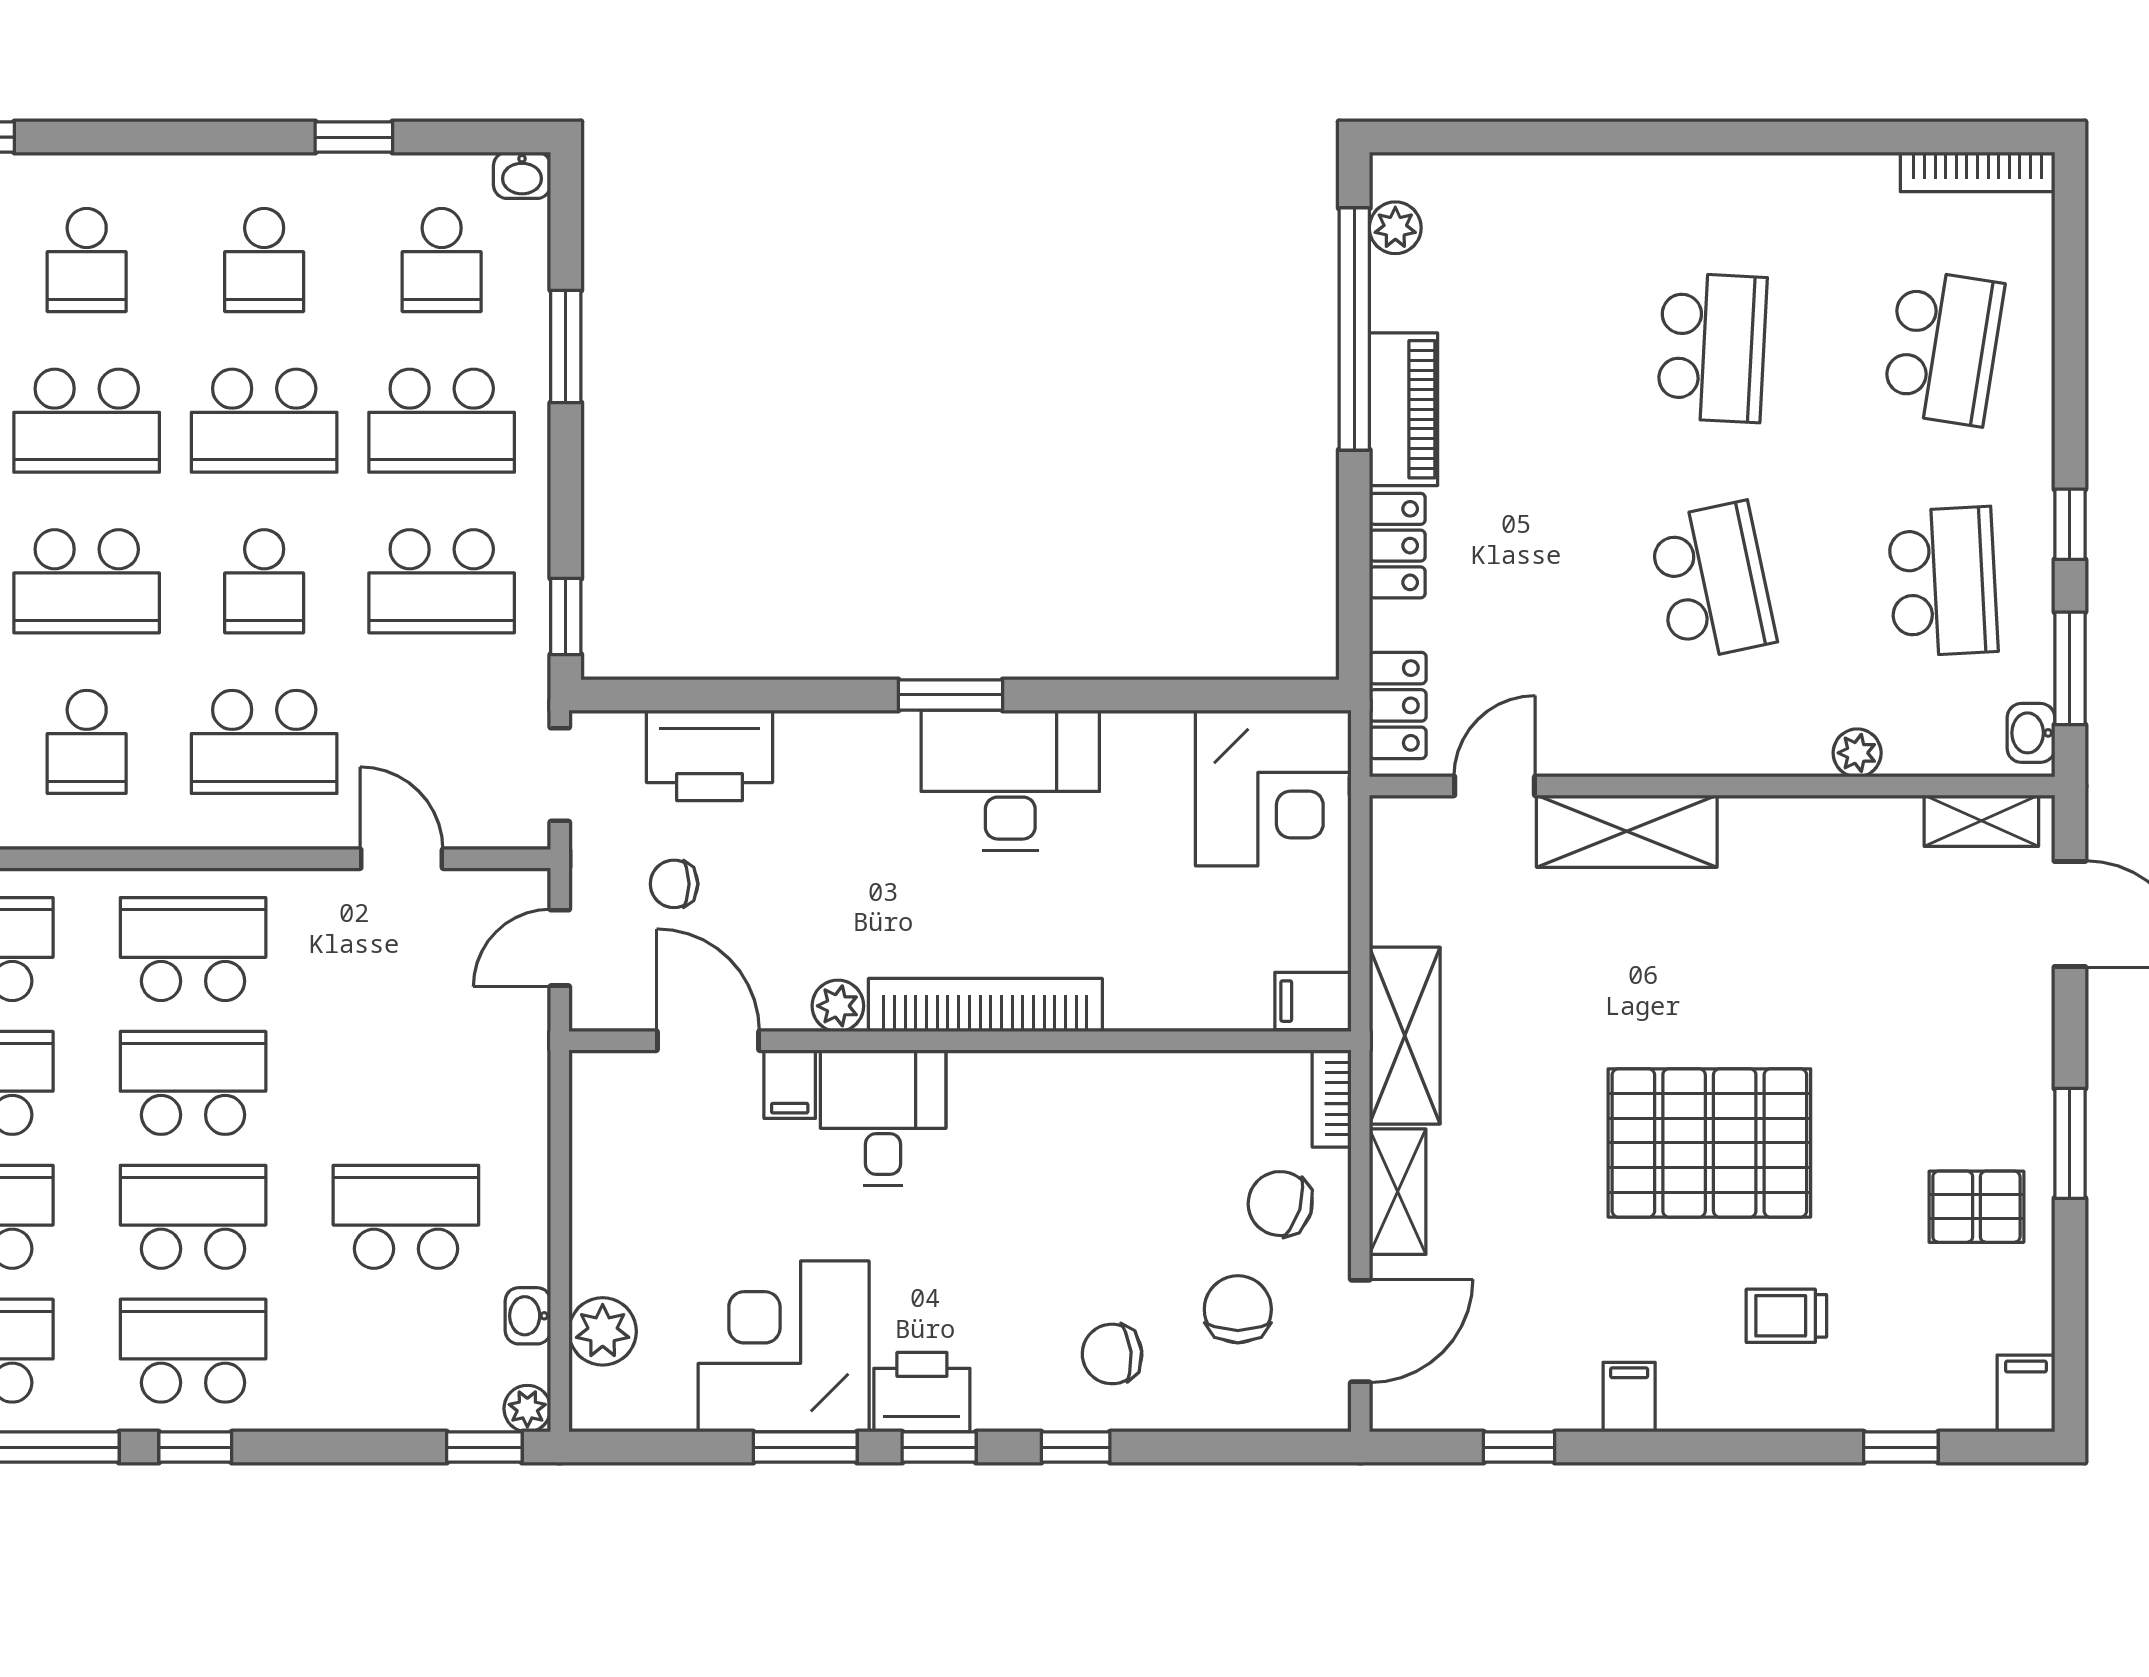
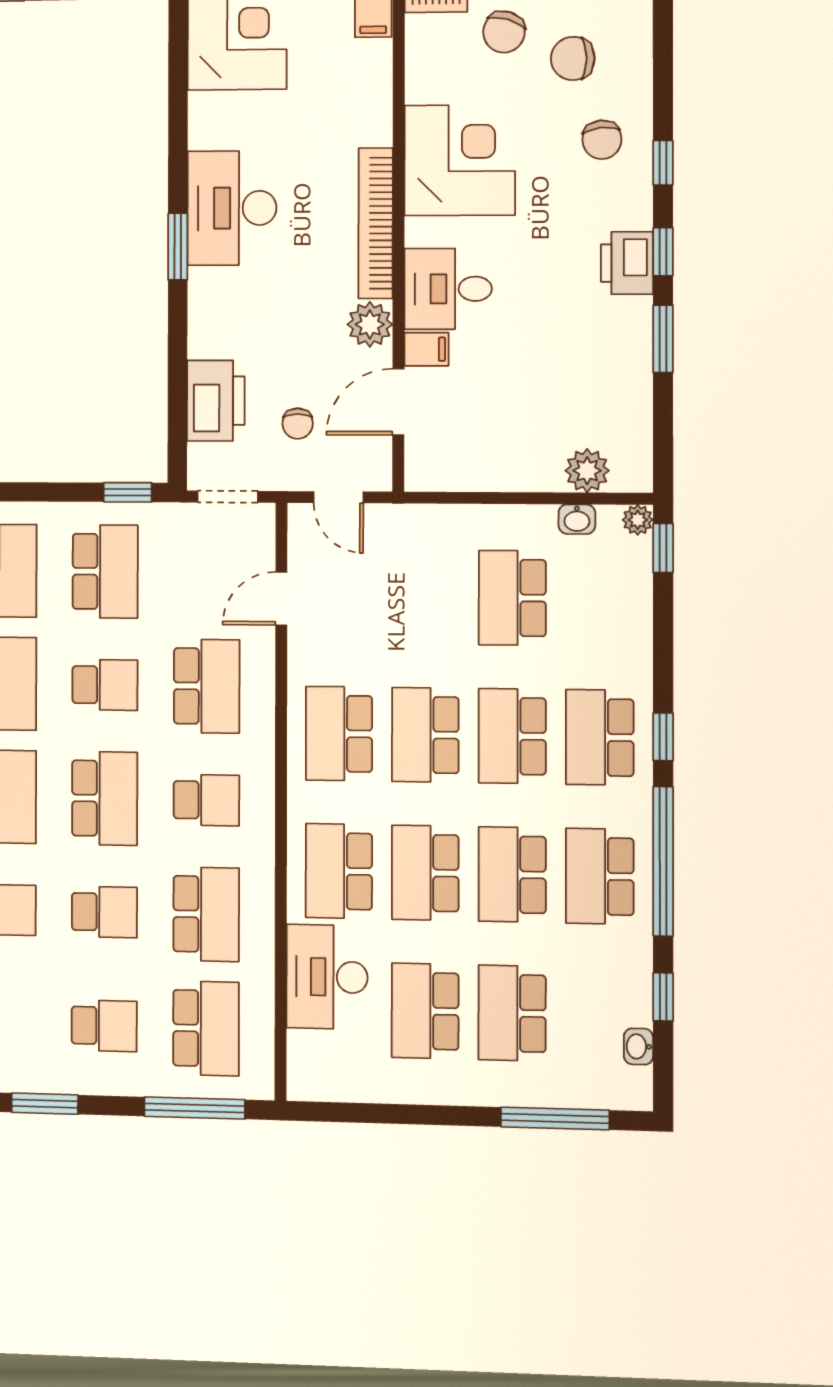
plant: (838, 1006) -> (370, 324), width x1.38, depth x1.38
corner desk: (784, 1346) -> (460, 160), moved, turned 180

